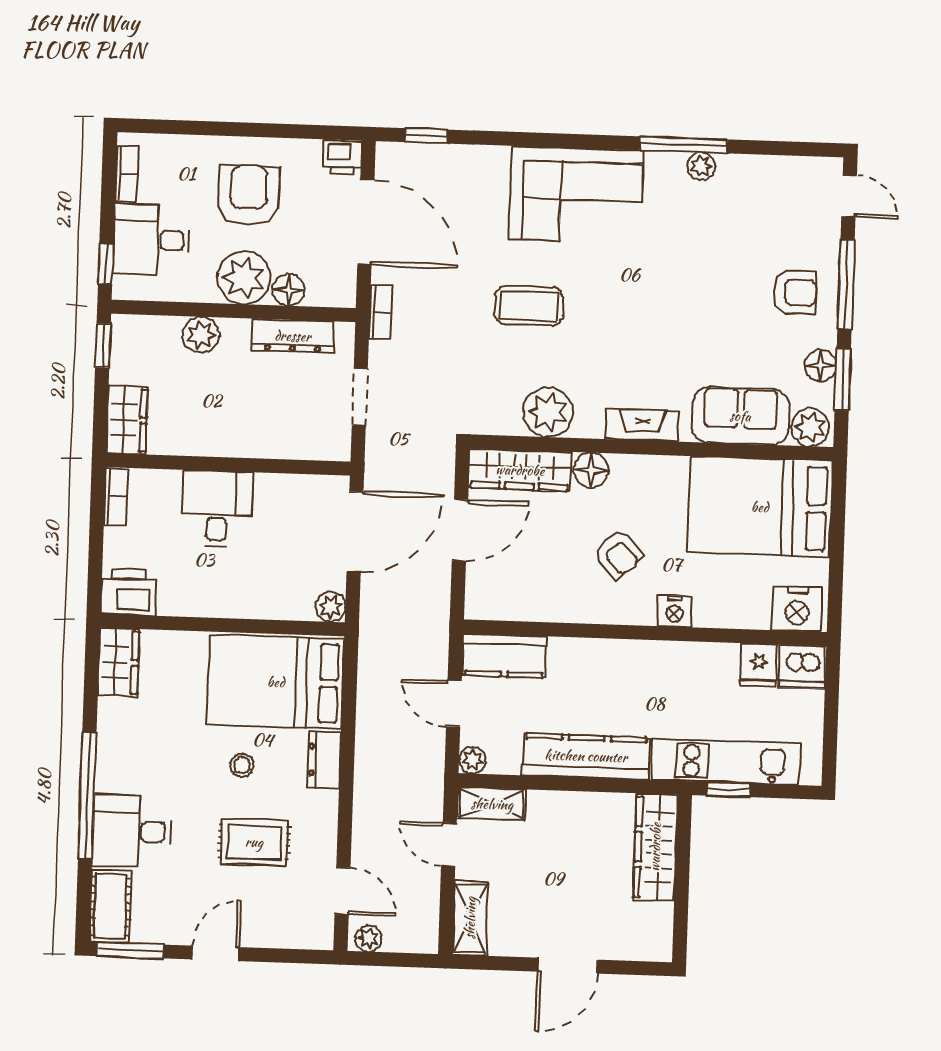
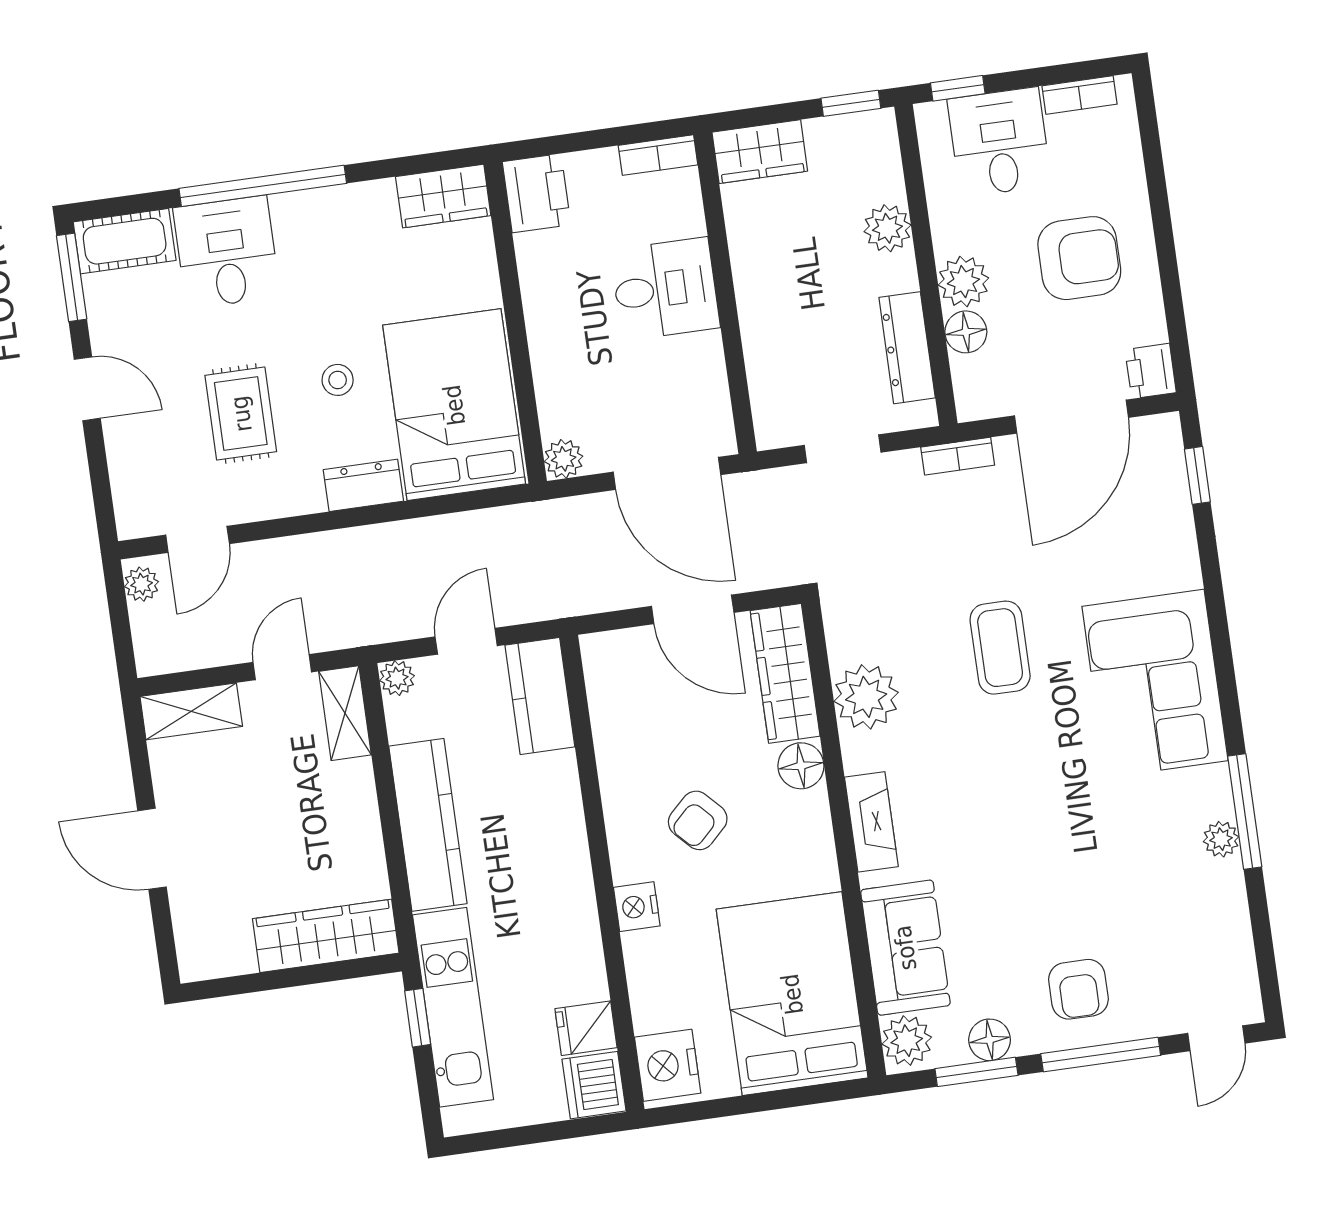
plant: (244, 278) -> (963, 282), width x0.73, depth x0.73

